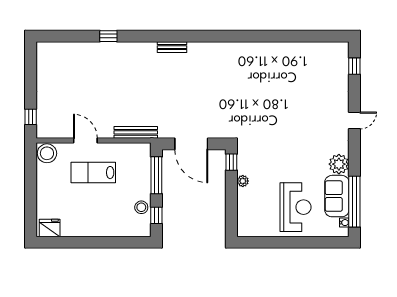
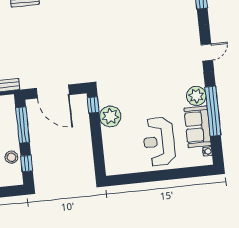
plant: (243, 181) -> (110, 116), width x1.87, depth x1.87
window: (354, 202) -> (213, 111), moved
reception desk: (295, 207) -> (159, 142), turned 180

